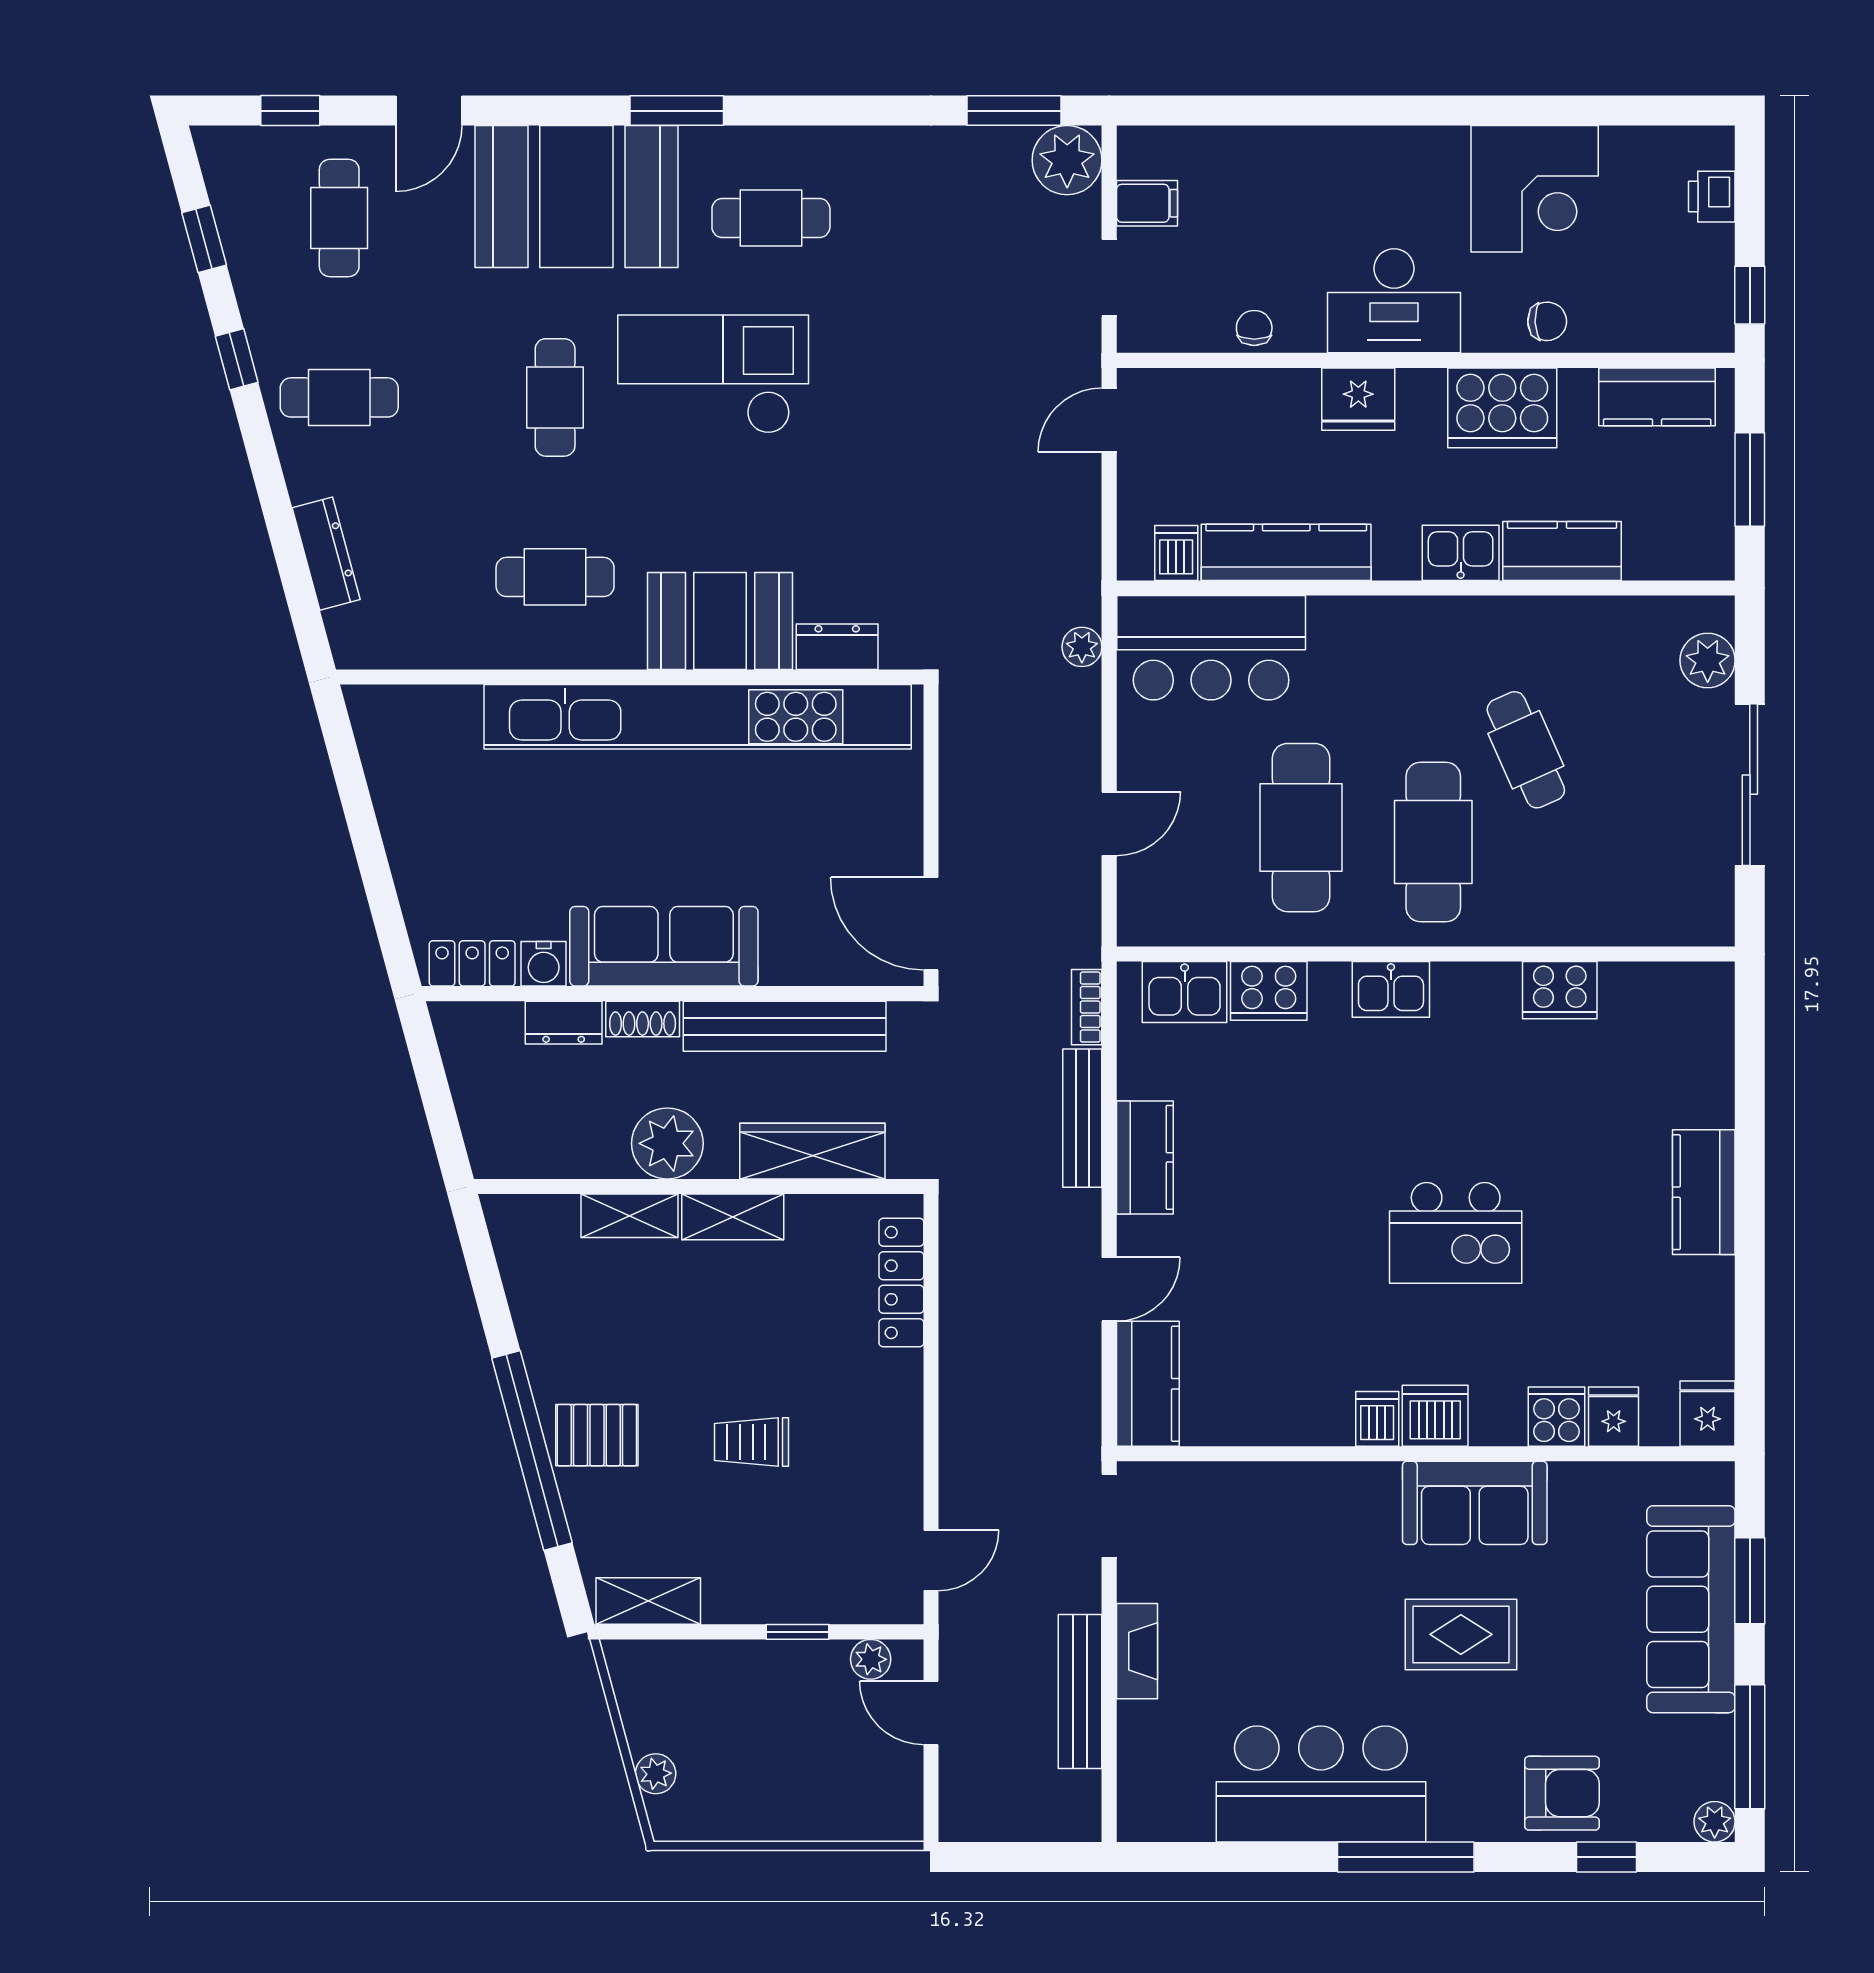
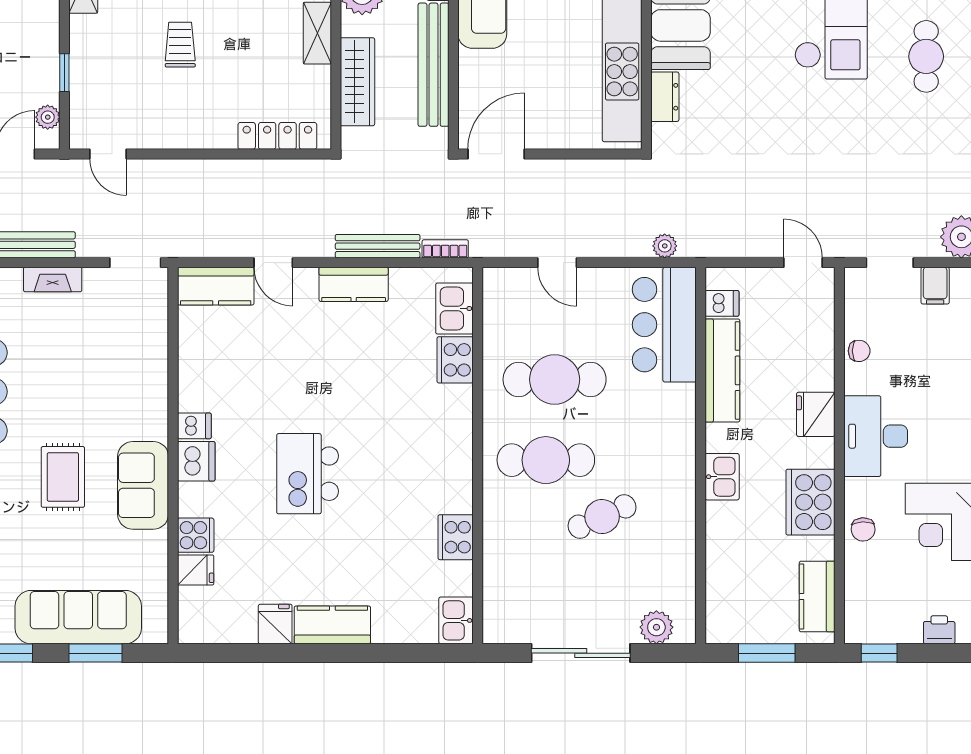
kitchen counter: (1562, 551) -> (723, 539), removed
kitchen sink: (1391, 989) -> (456, 620), moved
fridge: (1708, 1414) -> (275, 624), moved, turned -90

